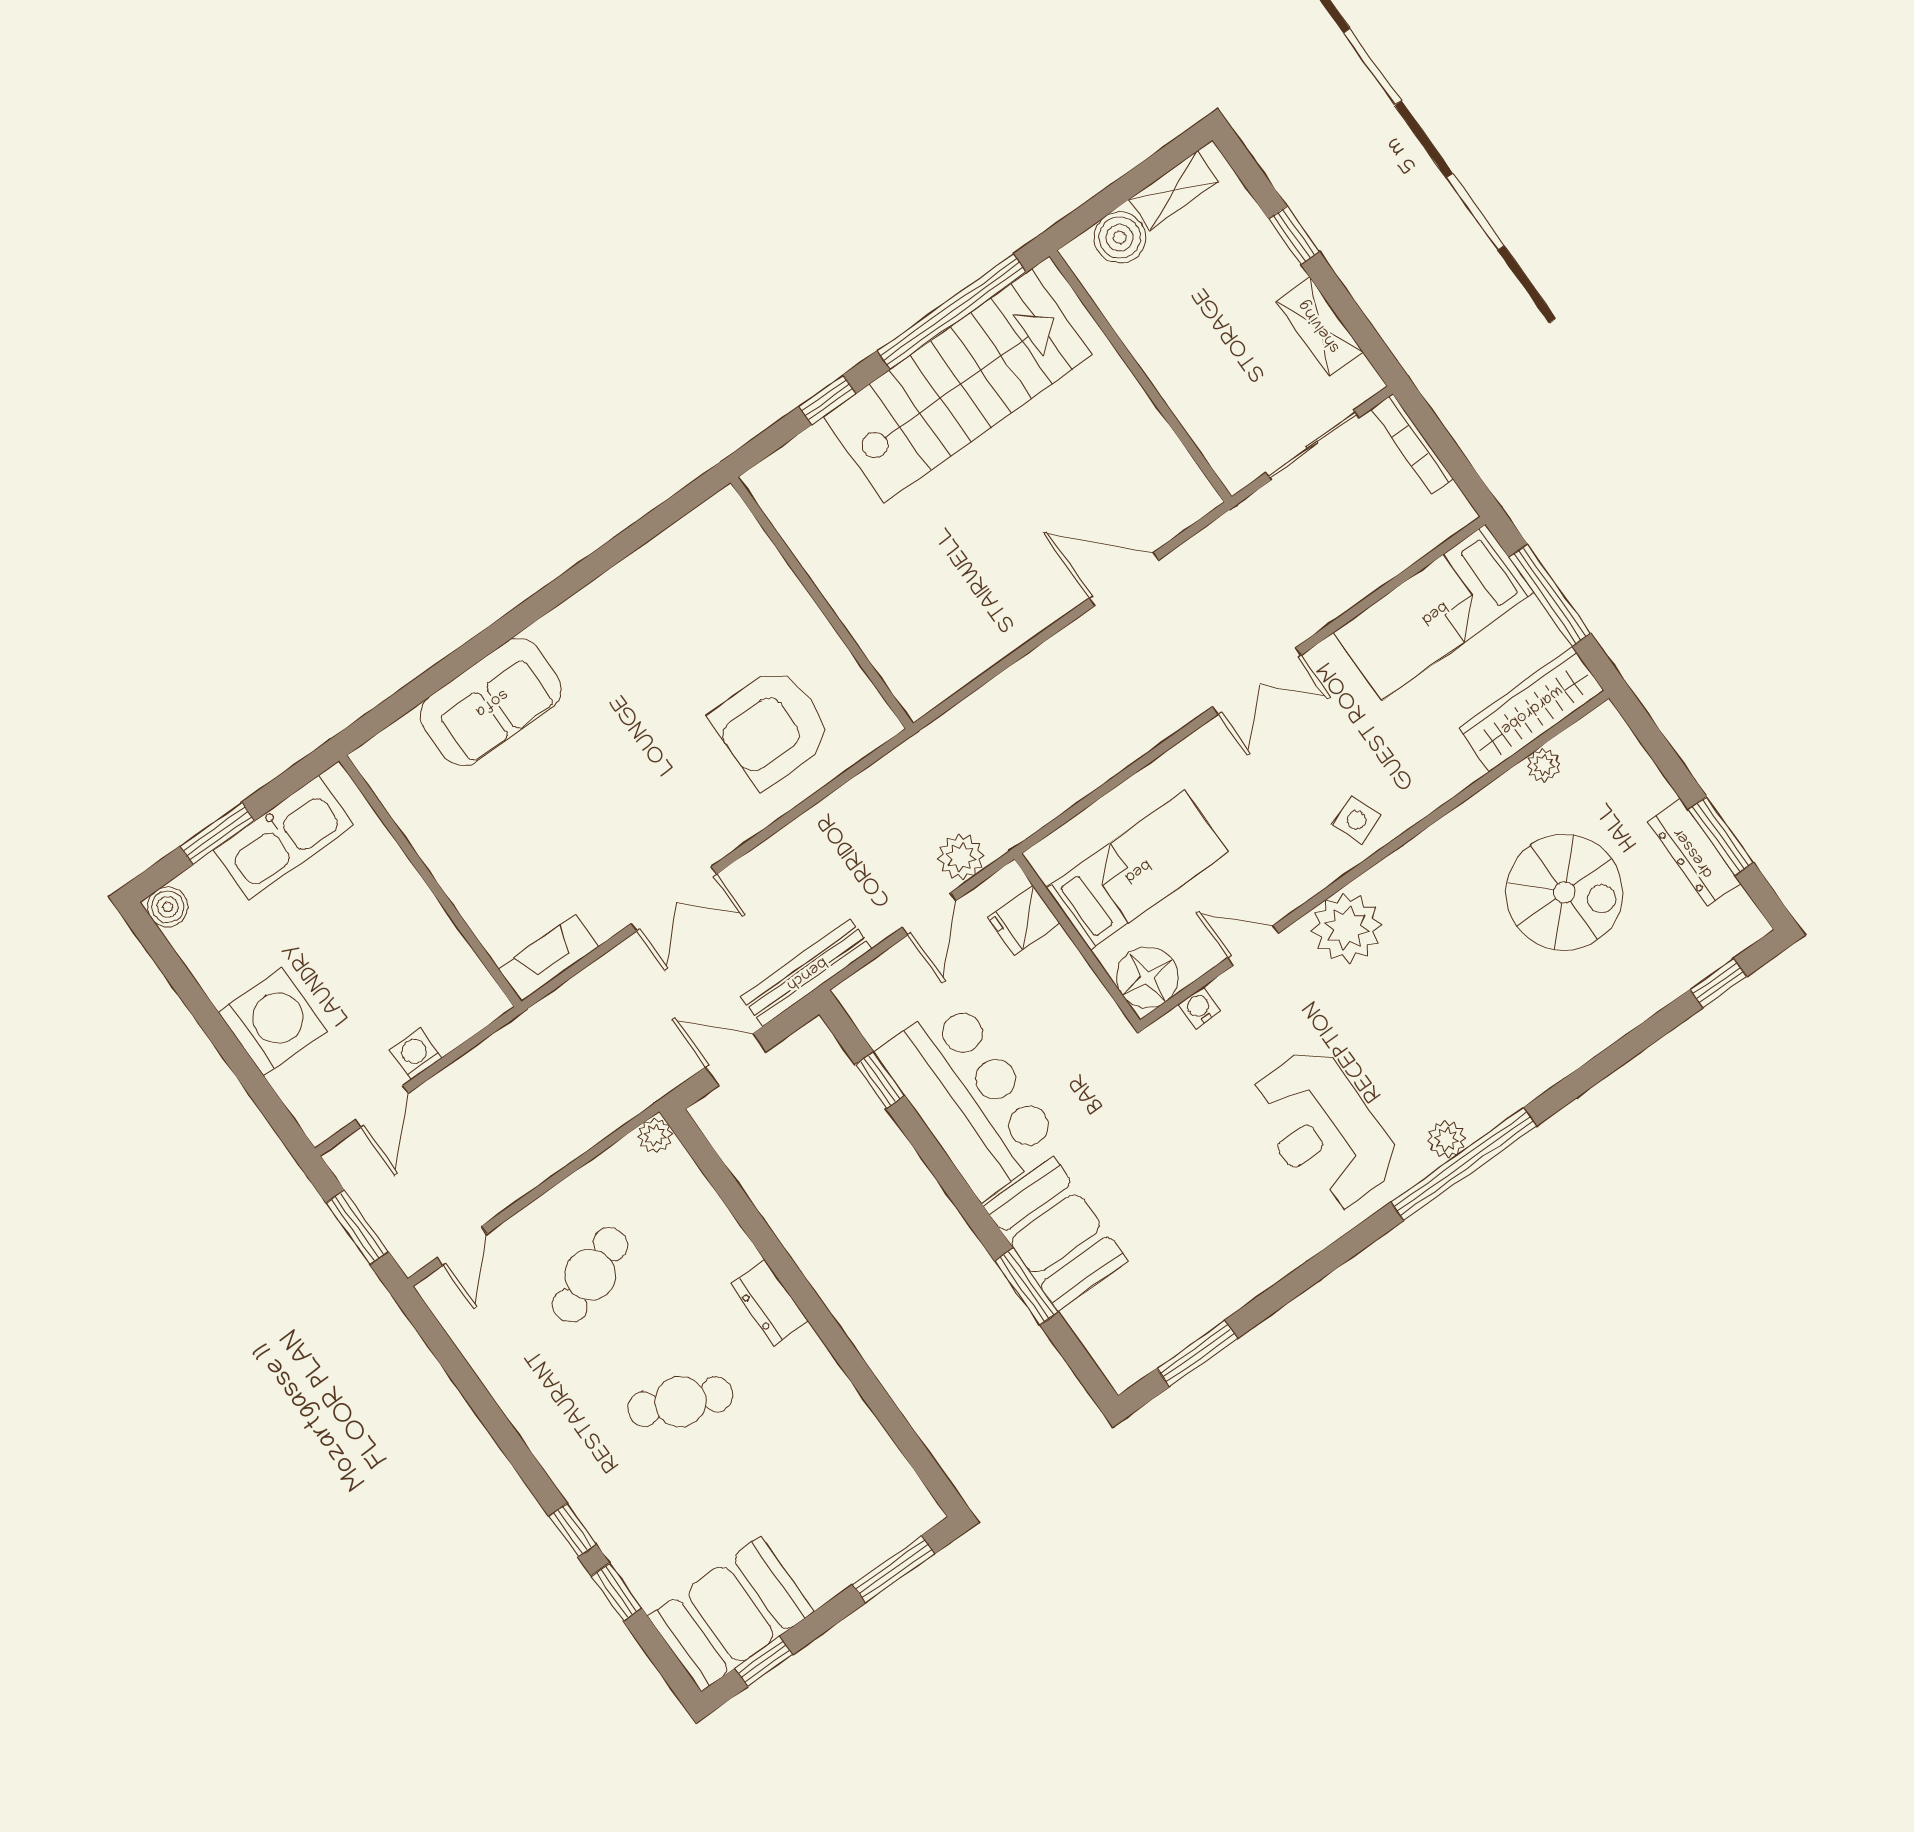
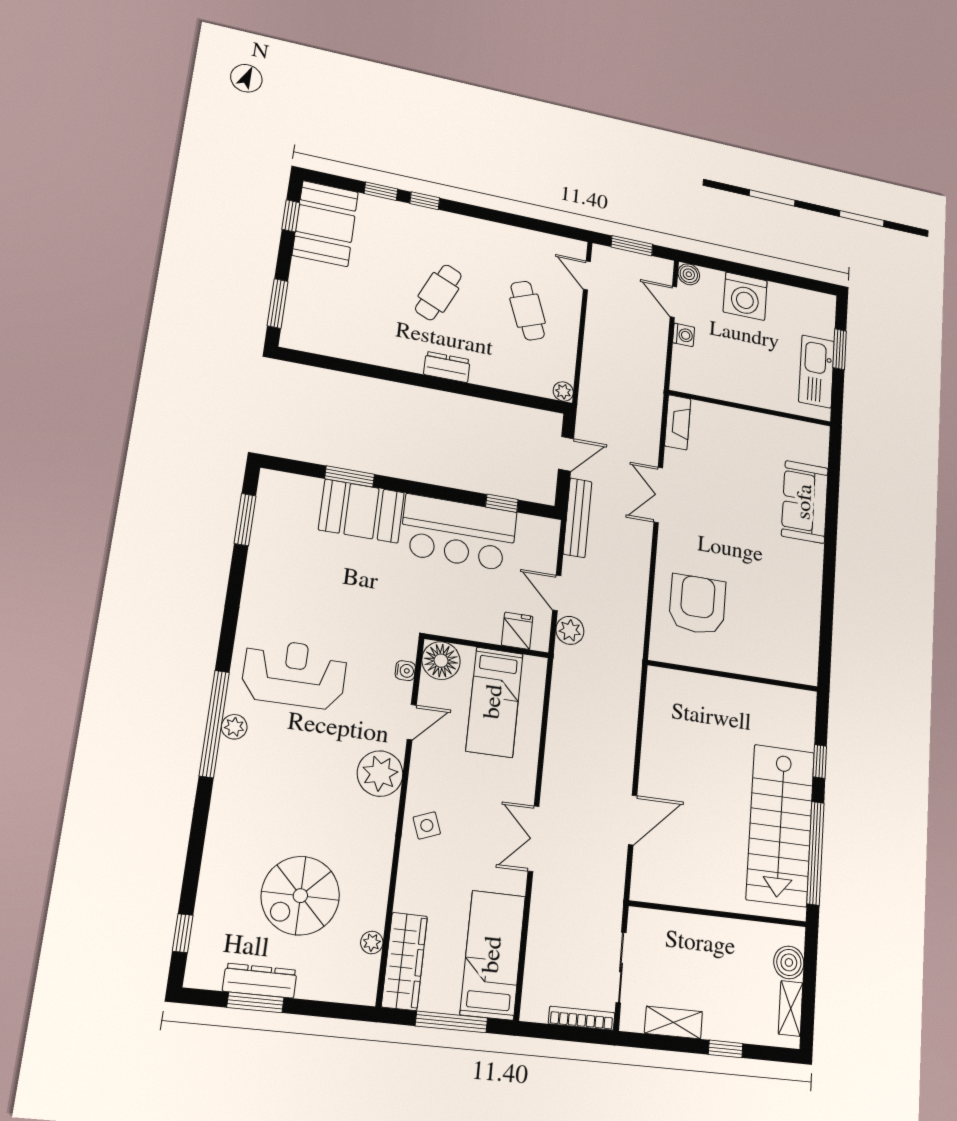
boiler: (168, 907) -> (689, 274), moved

